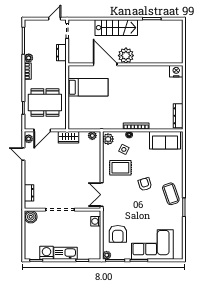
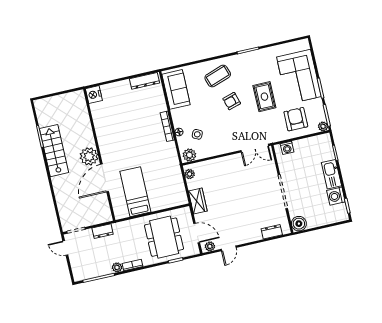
stairs: (116, 28) -> (54, 151), moved
rug: (120, 168) -> (264, 97), moved
coffee table: (171, 194) -> (218, 76), moved
armchair: (118, 234) -> (296, 119), turned -90

